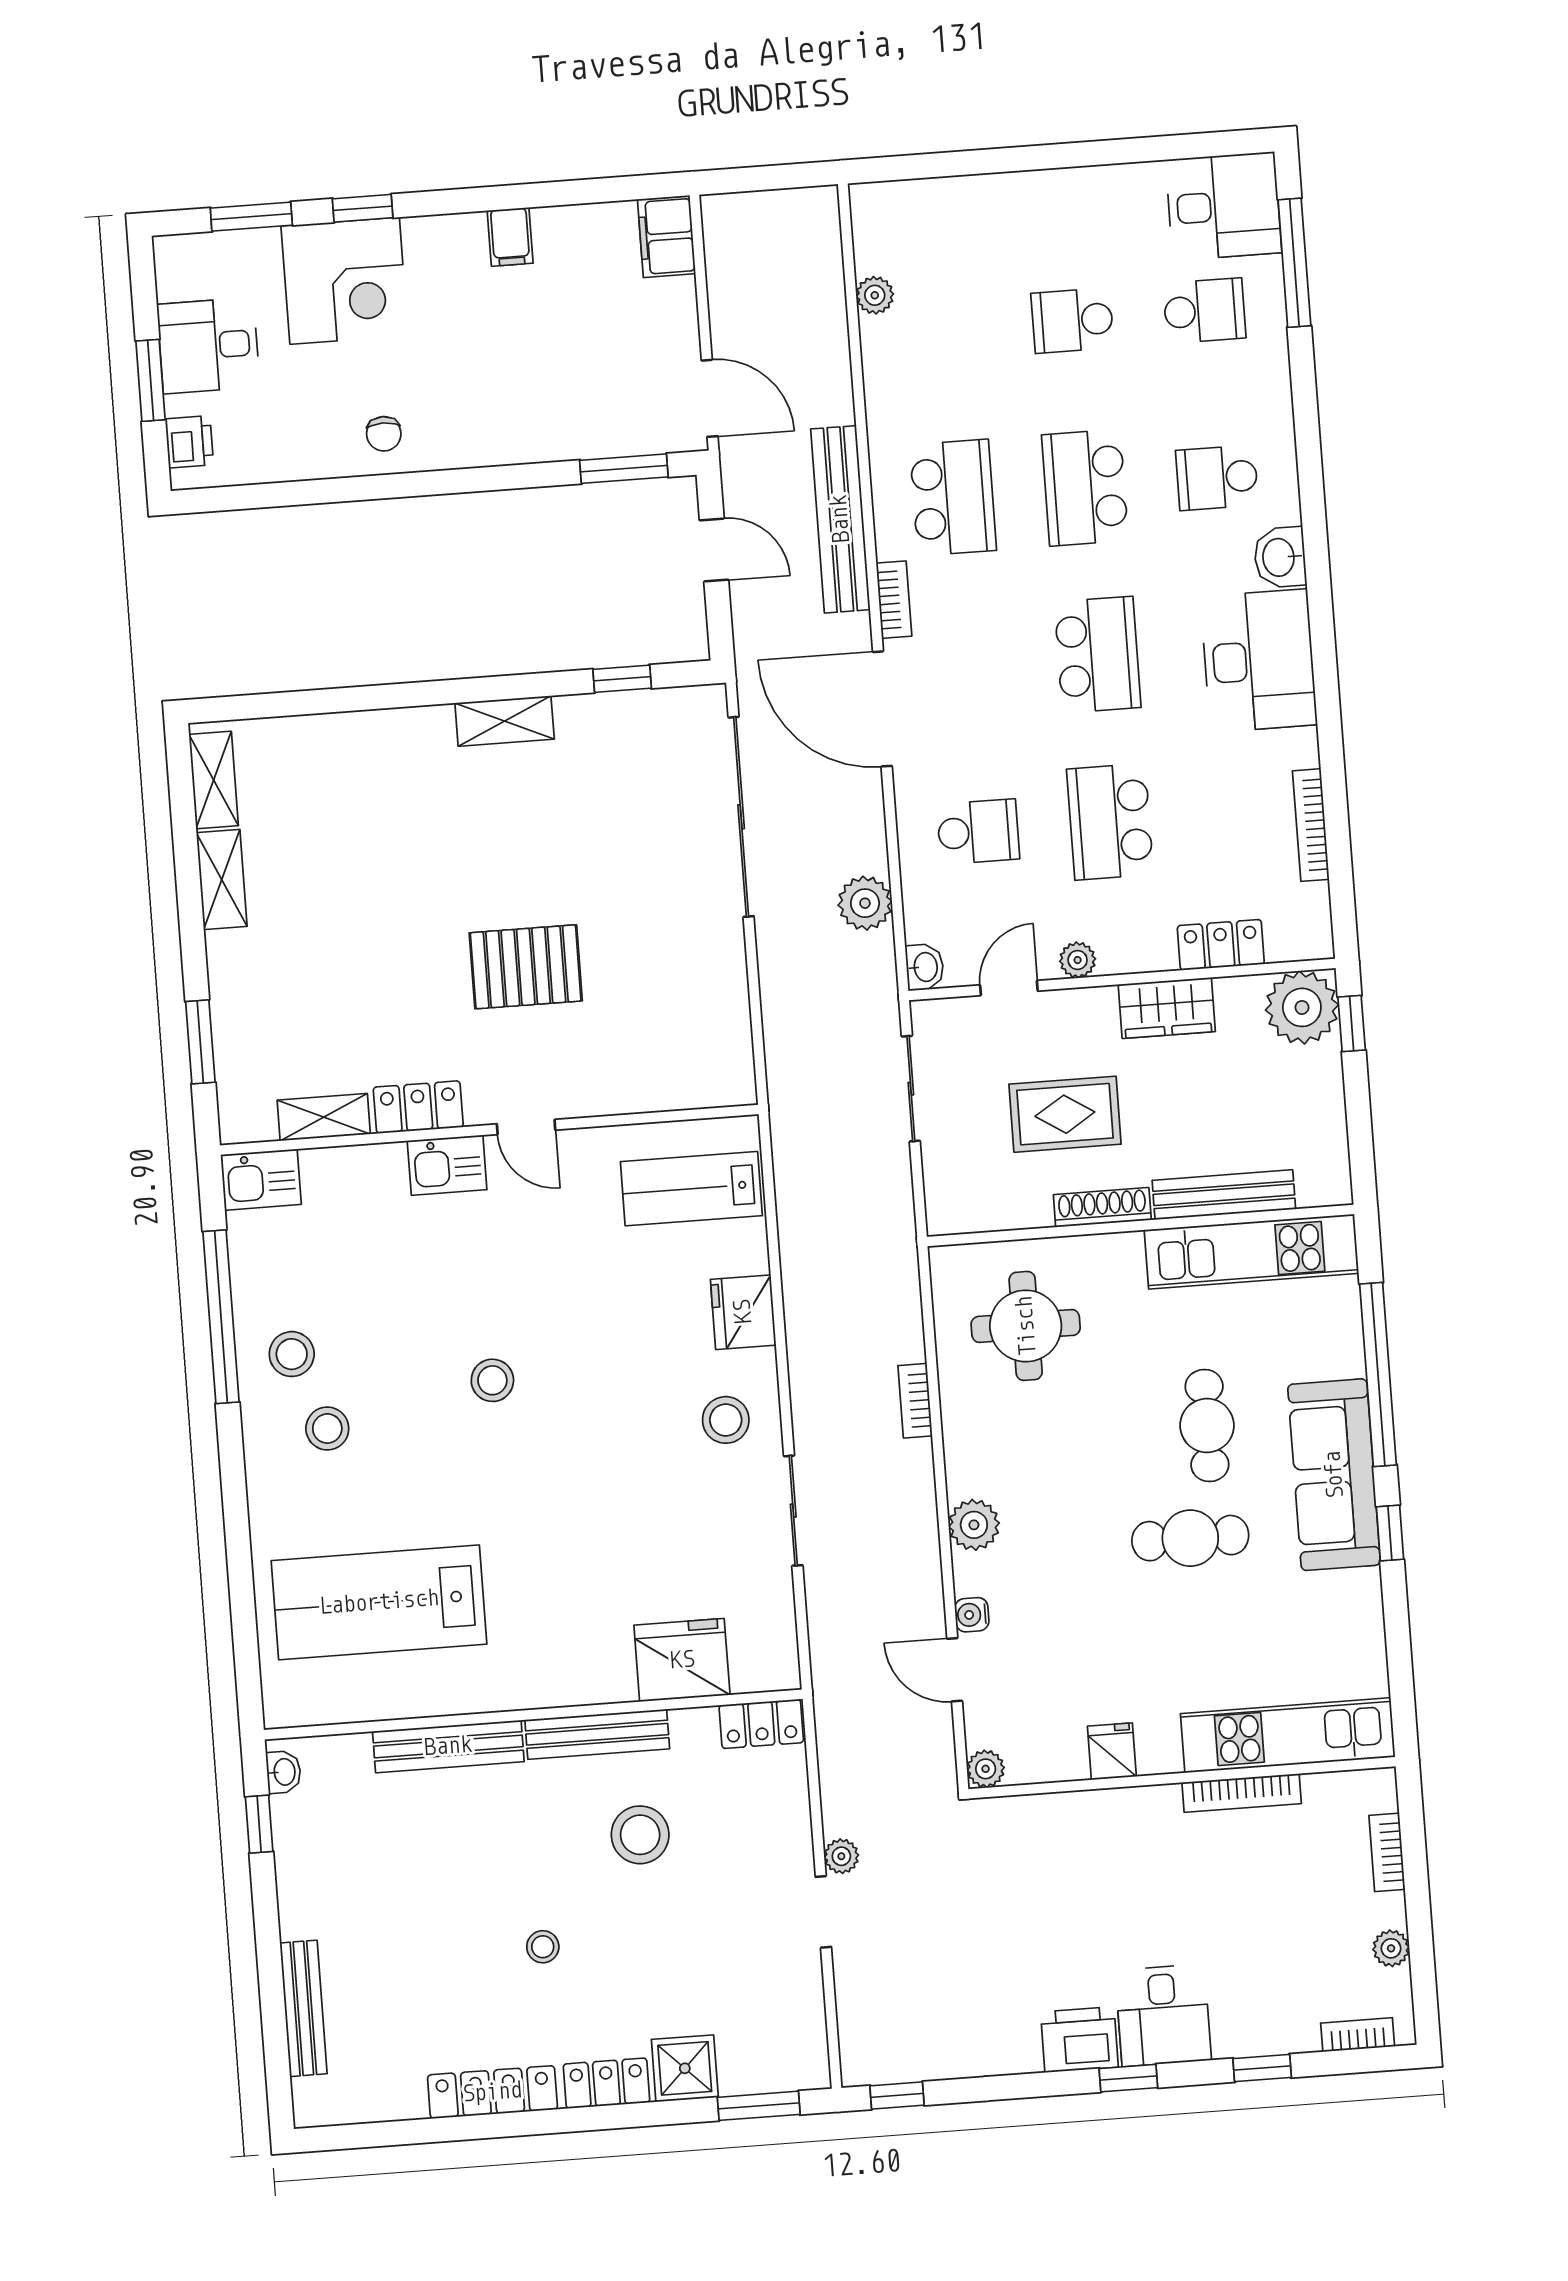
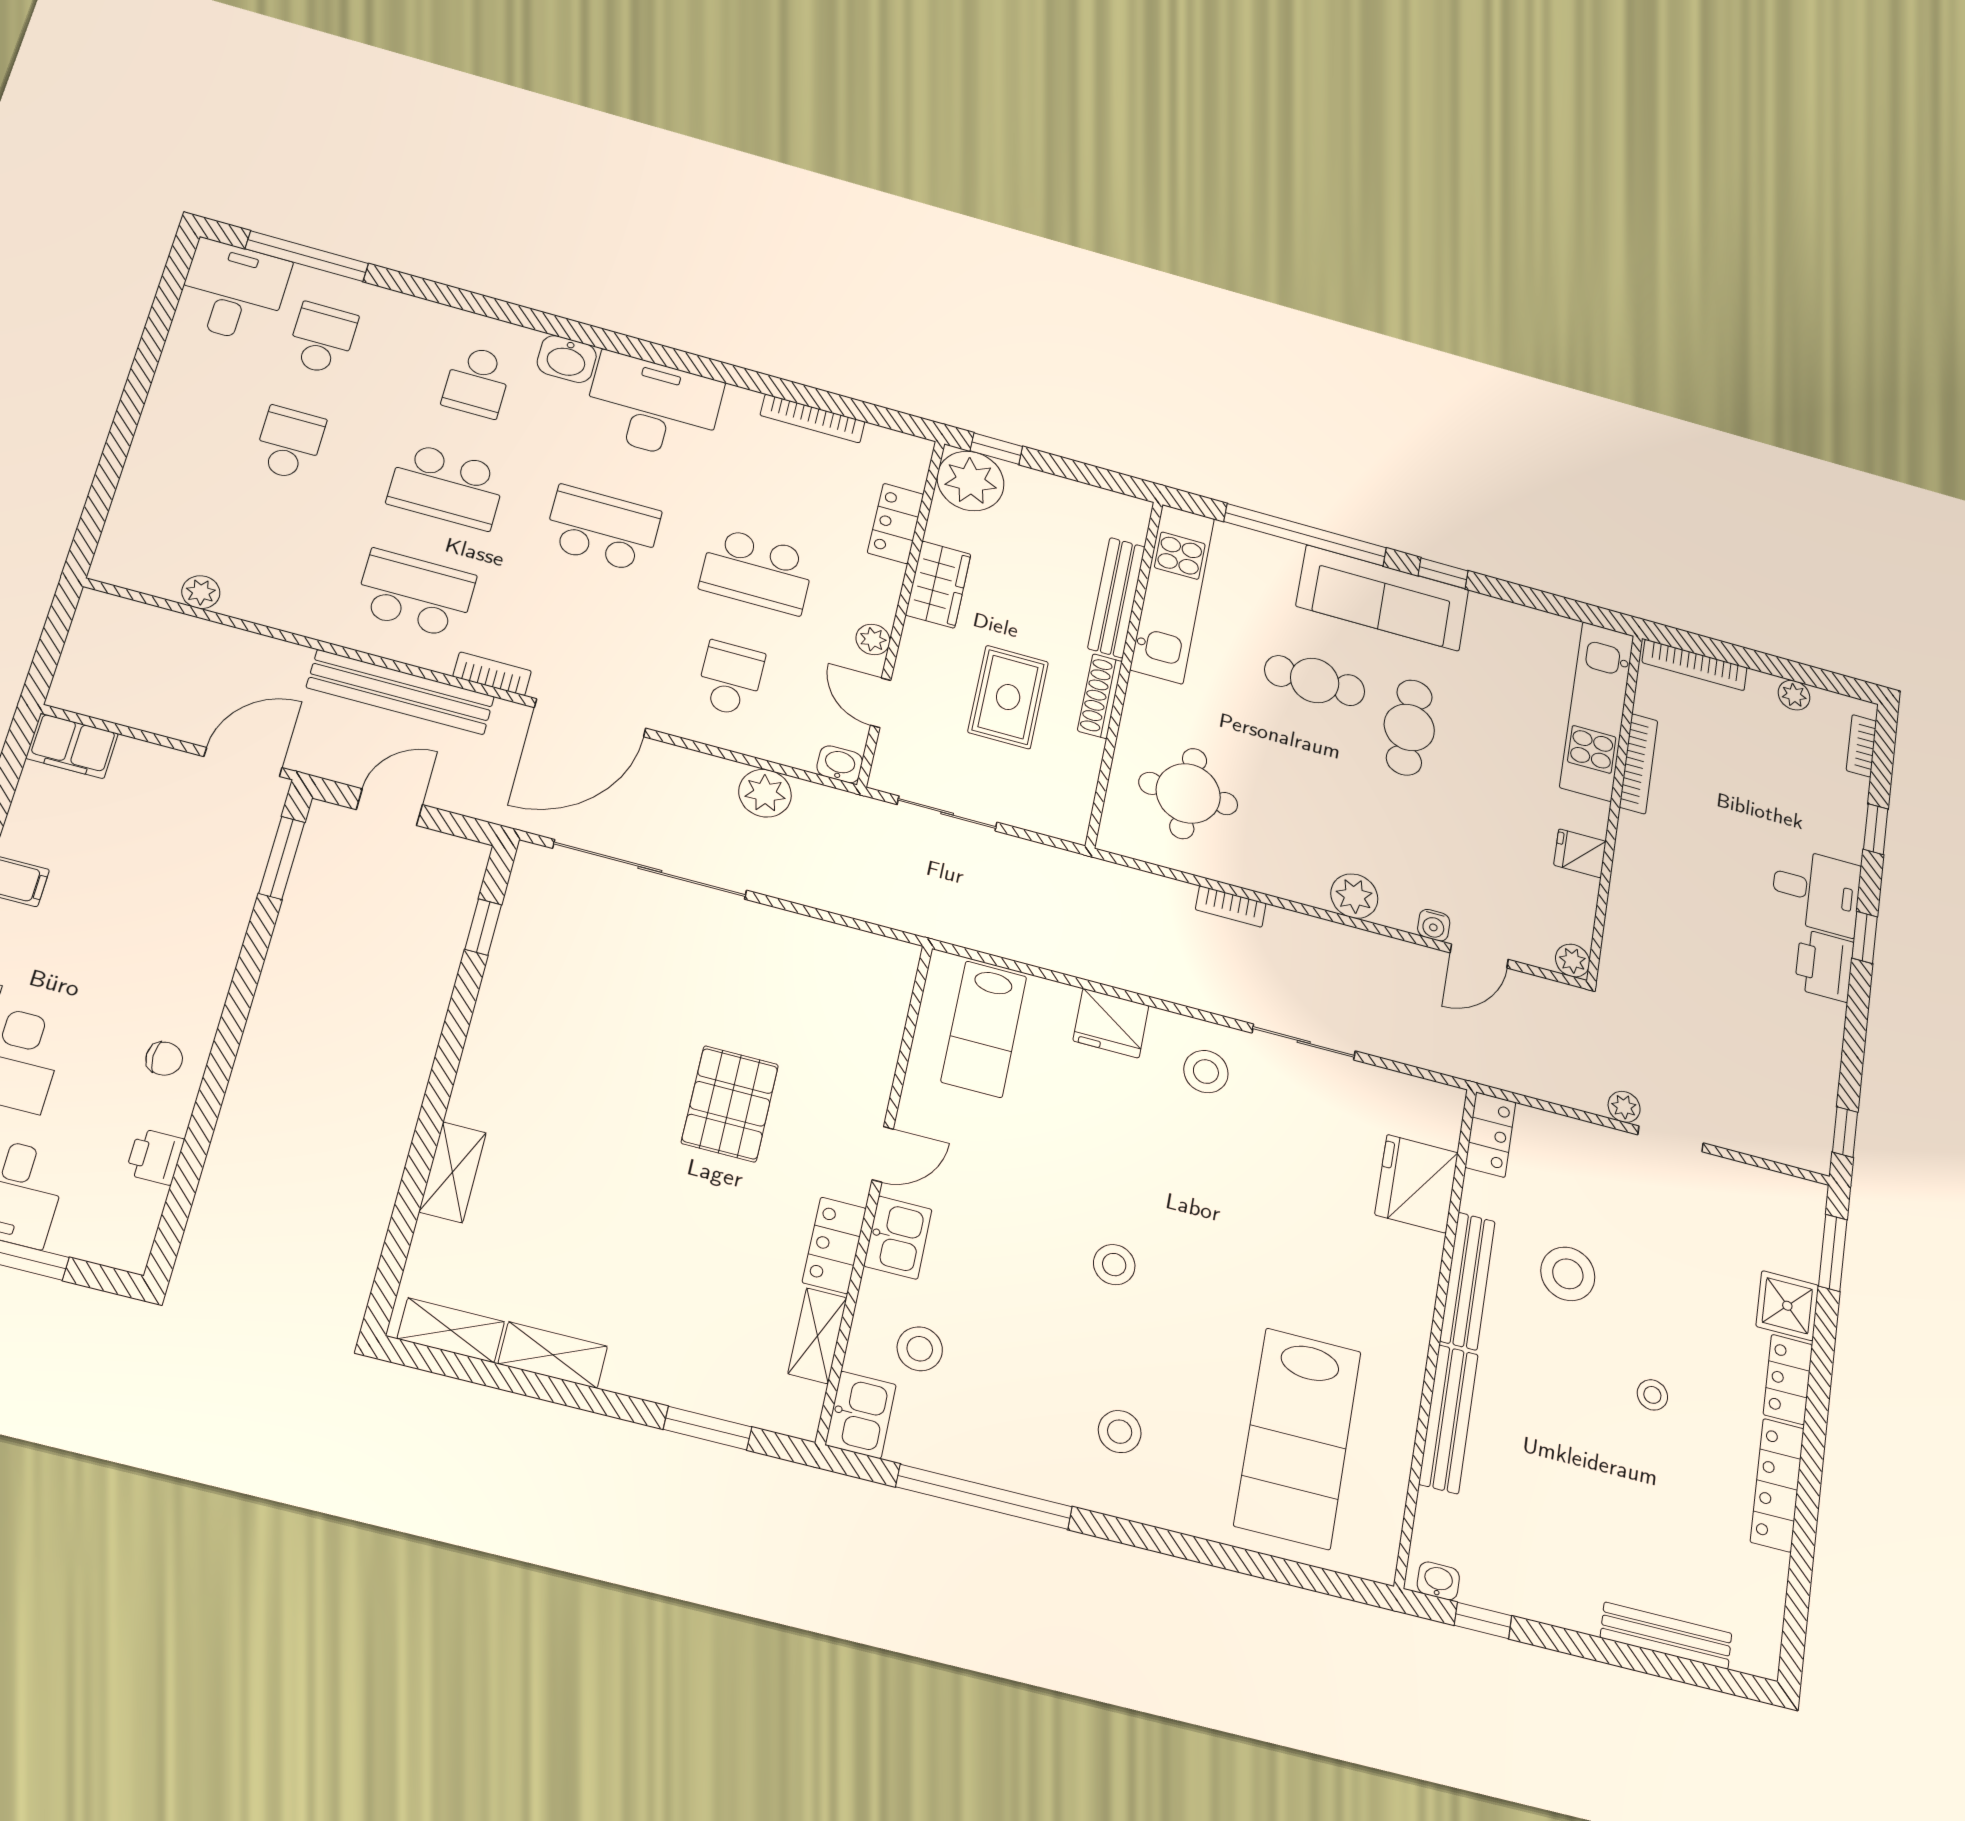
school desk: (1072, 321) -> (289, 443), turned 180
printer: (189, 442) -> (155, 1157), moved, turned -90
shelving: (505, 721) -> (453, 1172), moved
stool: (292, 1354) -> (920, 1349), moved
bookcase: (1387, 1852) -> (1695, 665), width x1.56

